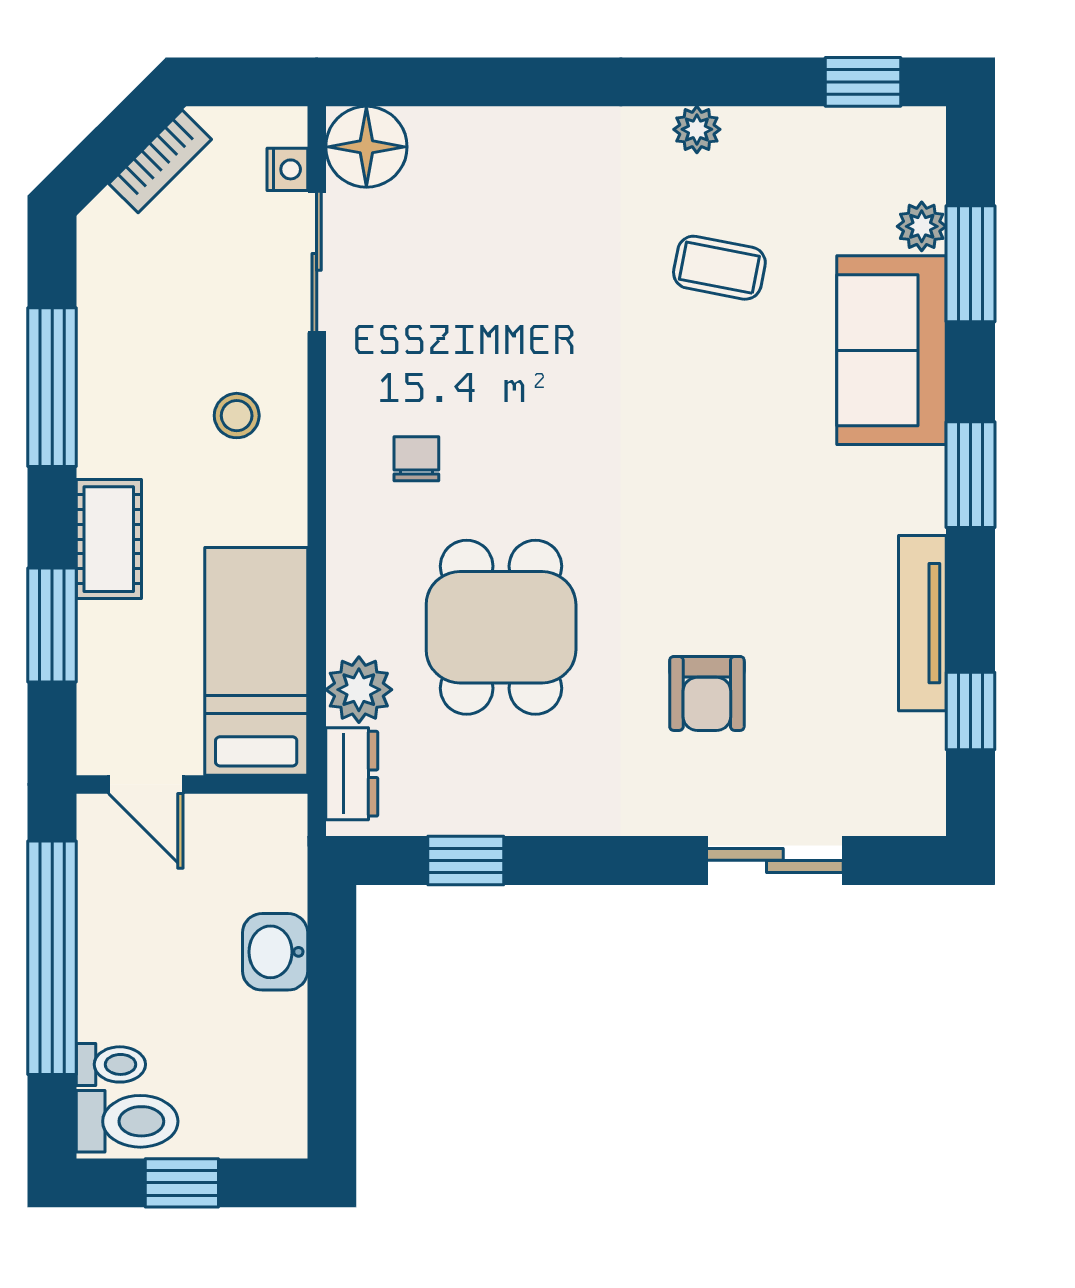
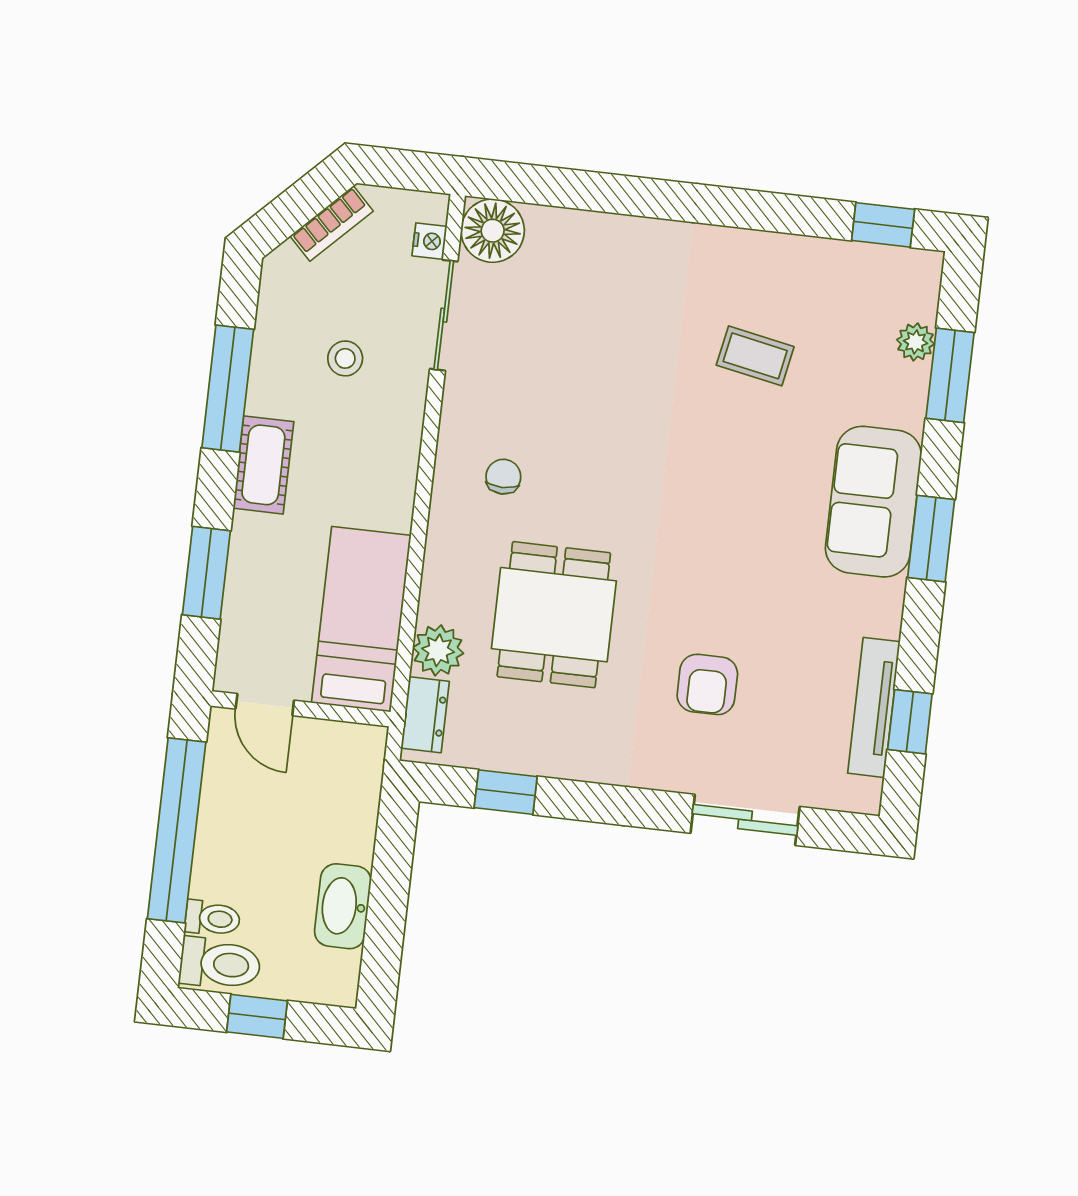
plant: (697, 129) -> (750, 247), removed
sofa: (892, 350) -> (873, 502), moved
stool: (237, 416) -> (345, 358), moved
cot: (109, 539) -> (263, 465), moved
tv unit: (922, 623) -> (874, 707), moved
washbasin: (275, 952) -> (343, 906), moved, width x1.38

